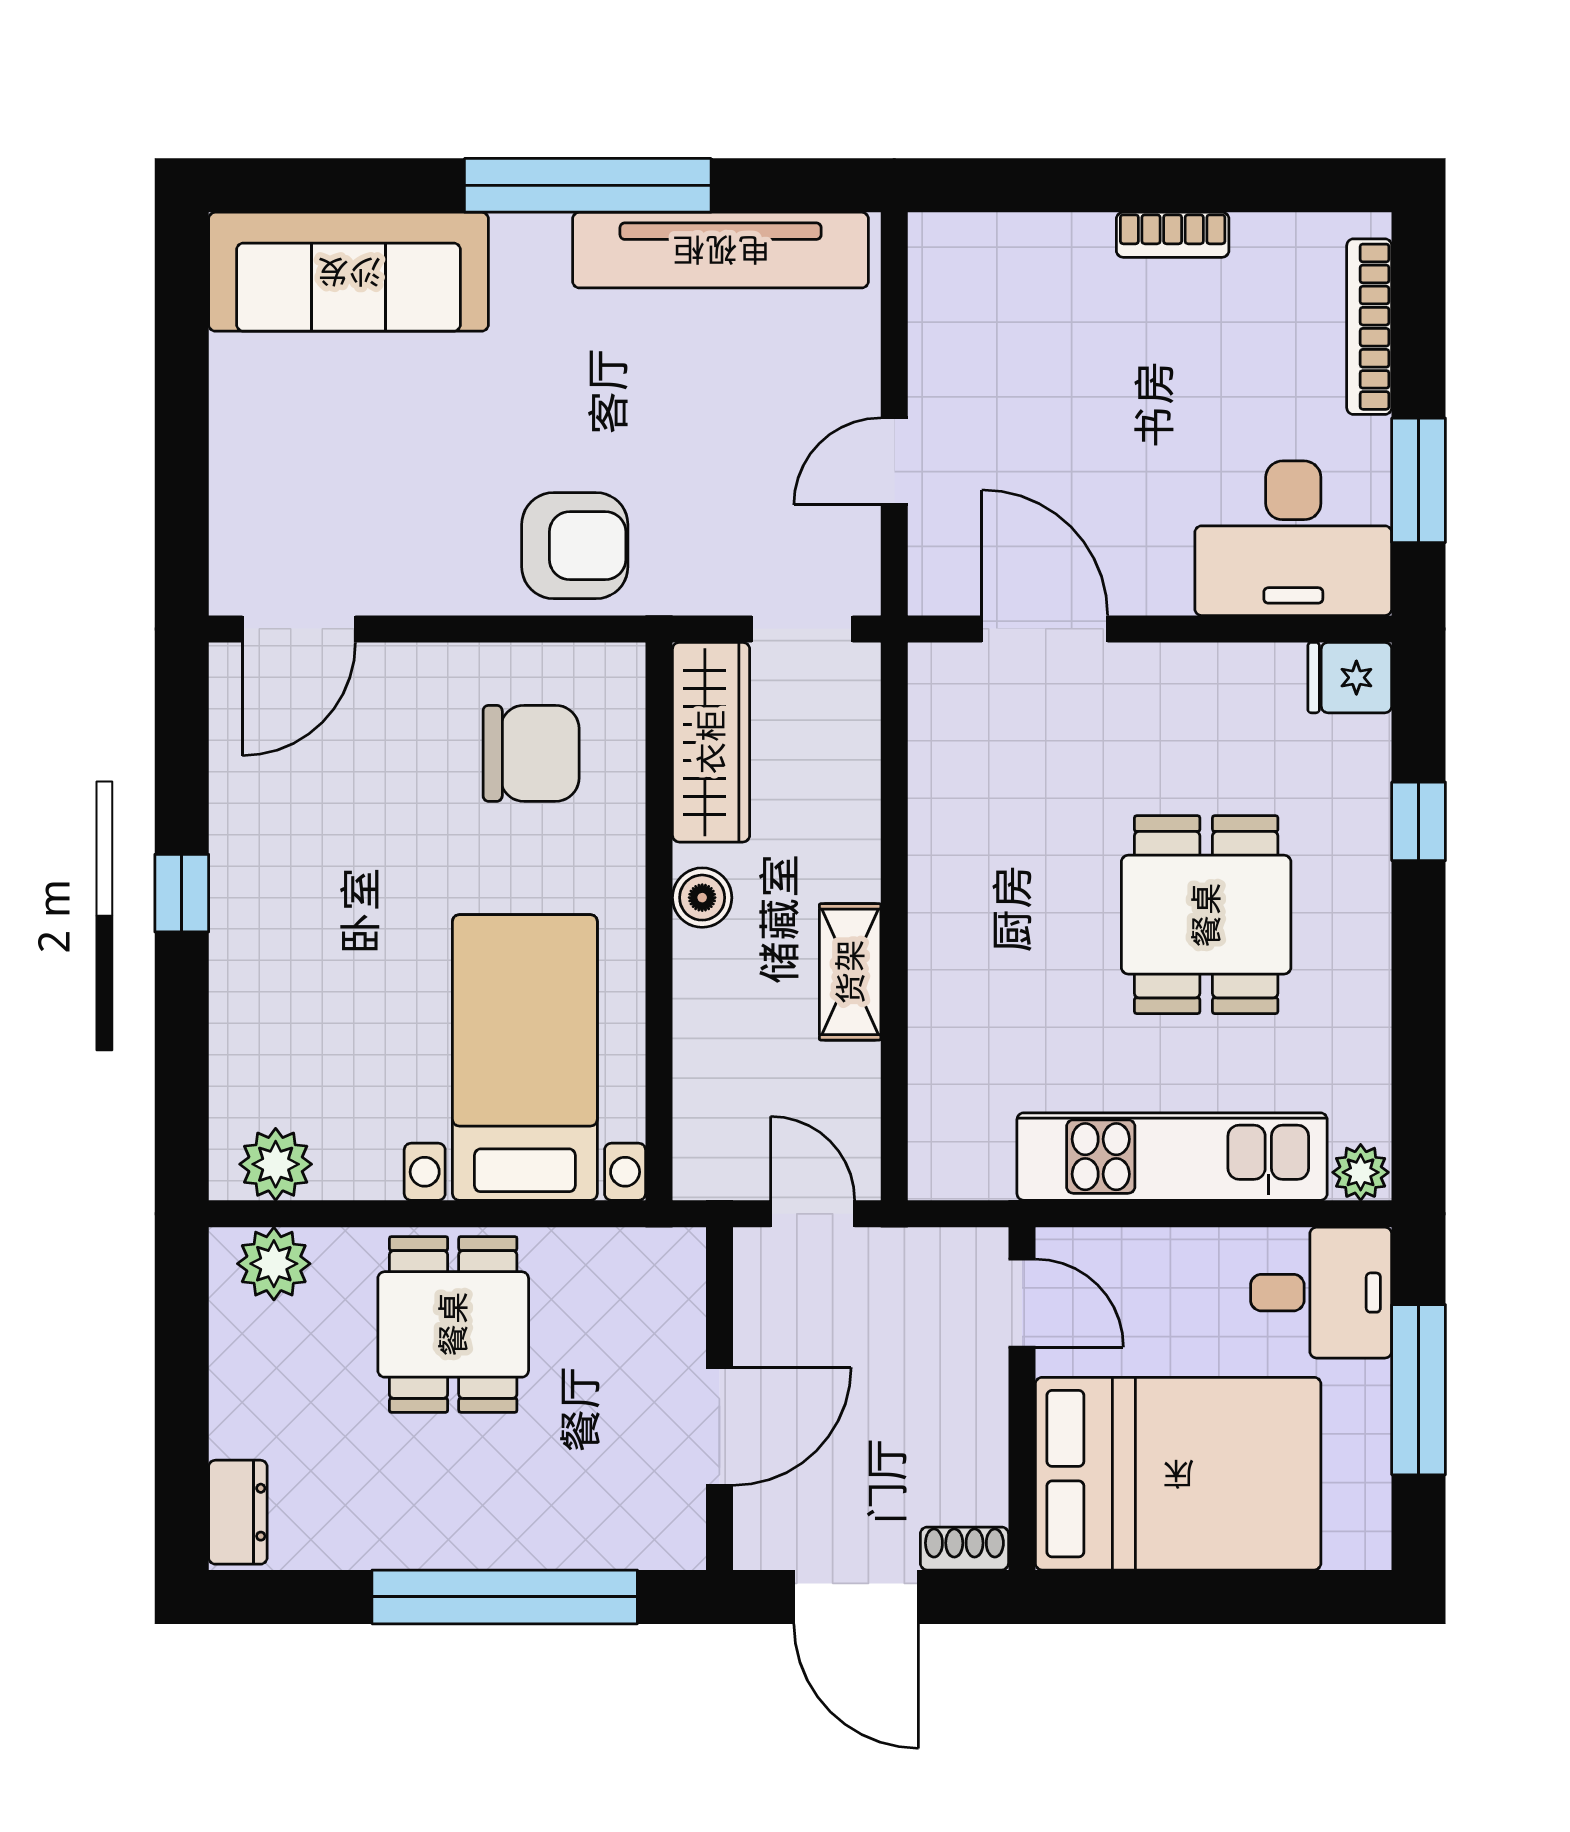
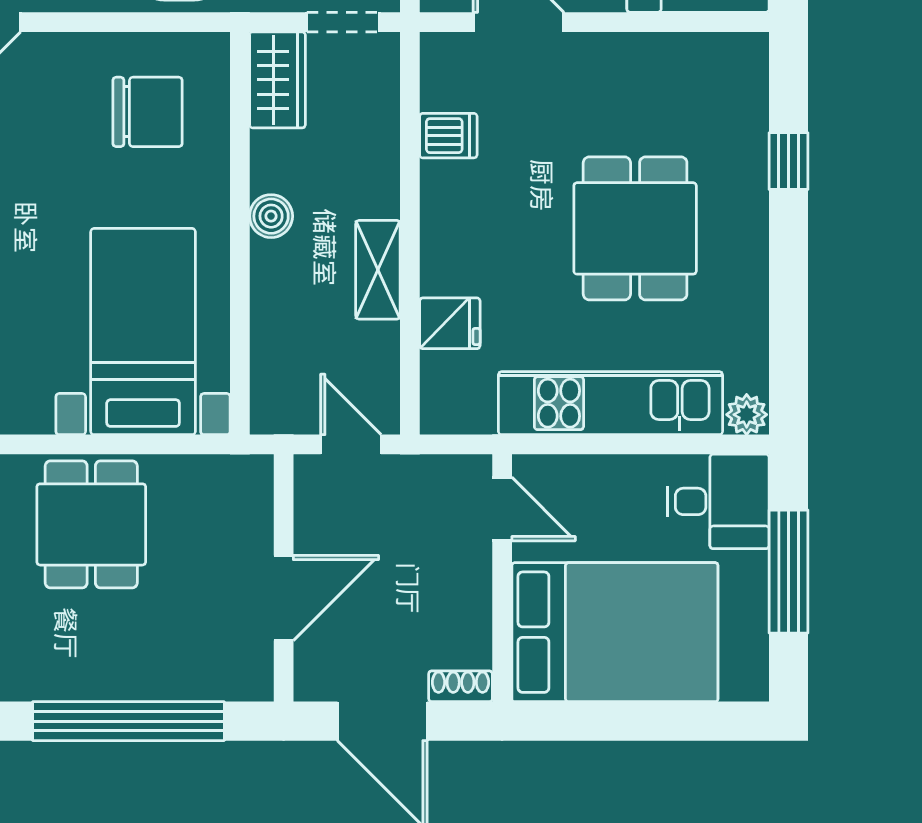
fridge: (1350, 678) -> (450, 323), moved, turned 180
wardrobe: (711, 742) -> (277, 80), width x0.67
dishwasher: (948, 786) -> (448, 136), added

